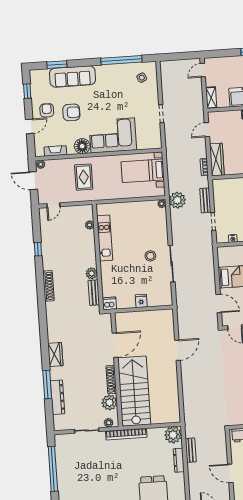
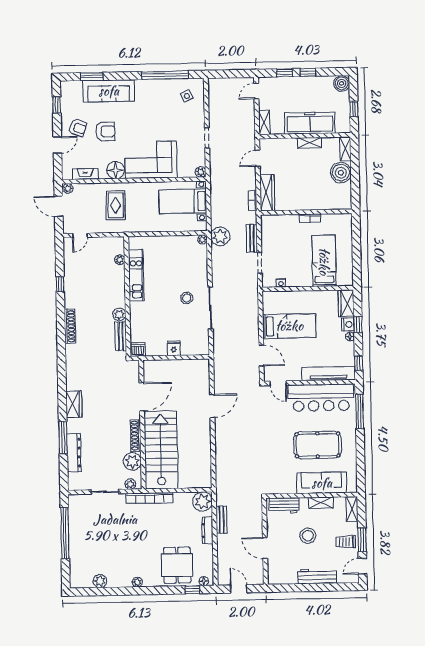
window: (227, 53) -> (285, 73), added
armchair: (47, 110) -> (78, 128), turned 110
plant: (157, 144) -> (201, 172), added

